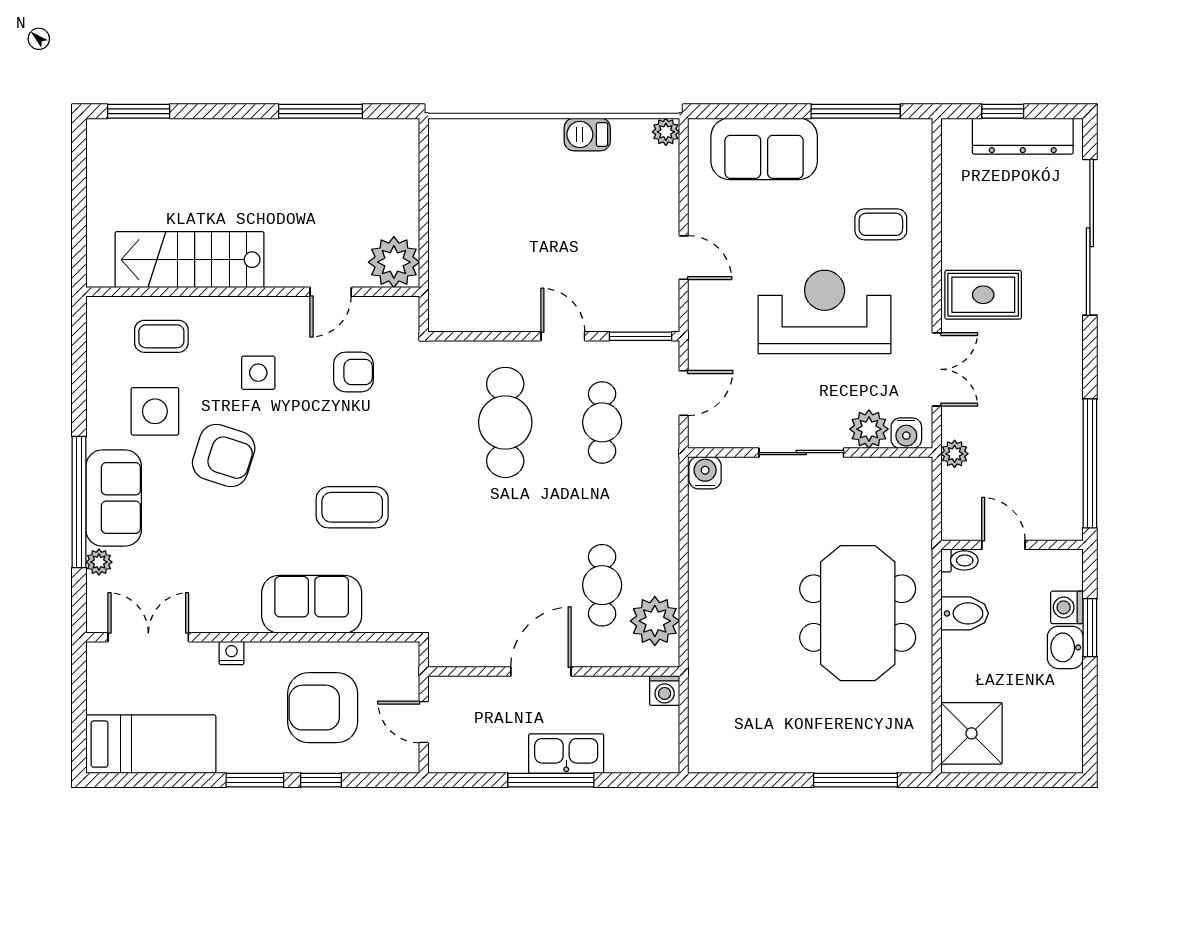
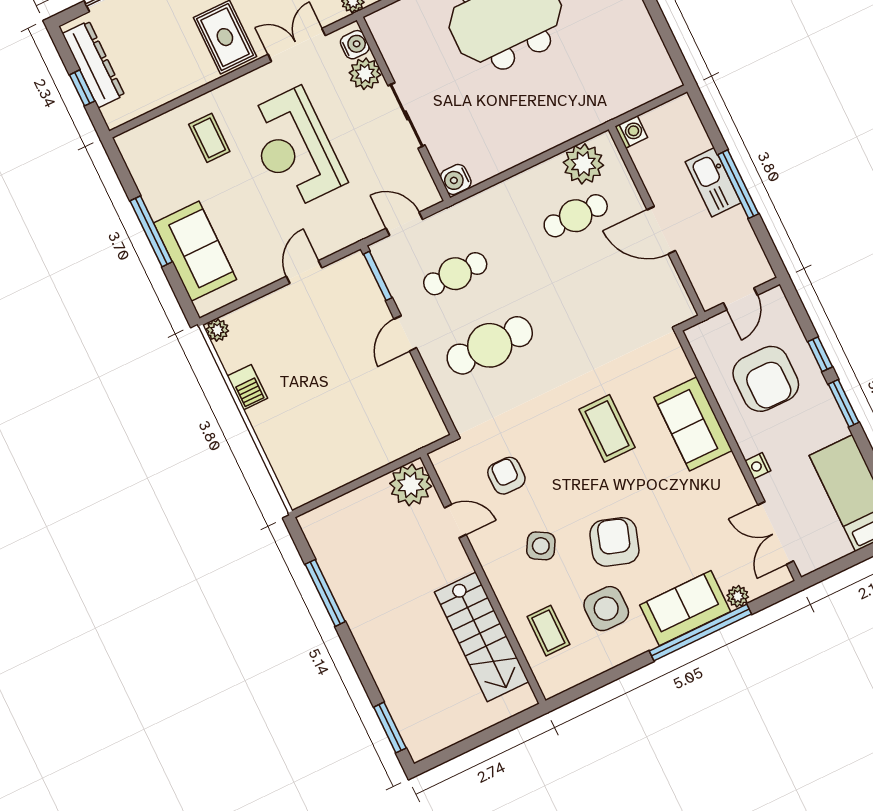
window: (856, 111) -> (151, 231), moved
side table: (258, 373) -> (541, 546), turned 30

